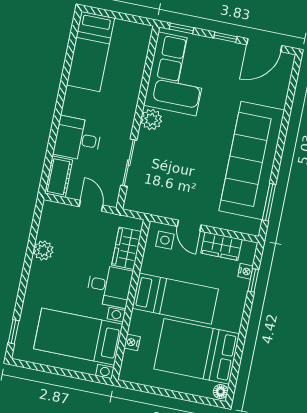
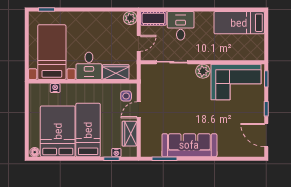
sofa: (252, 160) -> (189, 145), width x0.74, depth x0.79
plant: (43, 250) -> (130, 18), moved
bed: (175, 299) -> (88, 130), moved, turned 180

